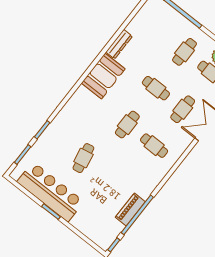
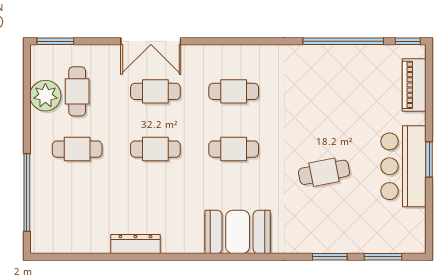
booth: (103, 76) -> (238, 232), moved
cafe table: (156, 88) -> (155, 149), turned 90
cafe table: (154, 146) -> (234, 91), turned 90
bar counter: (50, 192) -> (403, 166), width x0.73
piano: (130, 209) -> (414, 85), moved, turned 90

